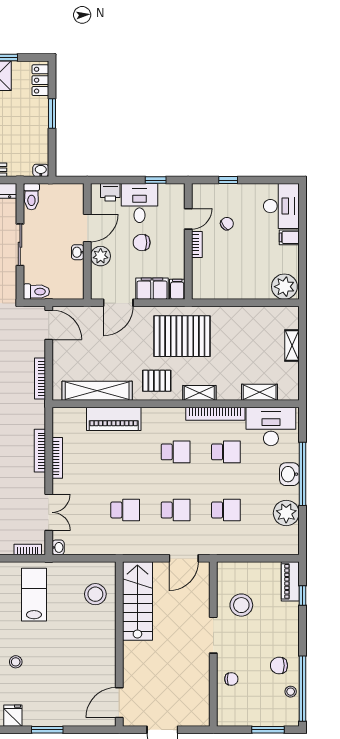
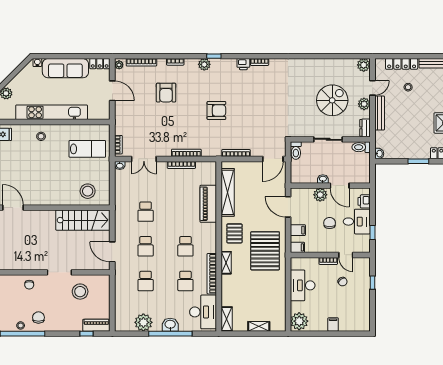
desk: (281, 206) -> (303, 285), moved, turned 90
filing cabinet: (152, 289) -> (298, 230), width x0.50
shelving: (260, 392) -> (227, 319), moved

